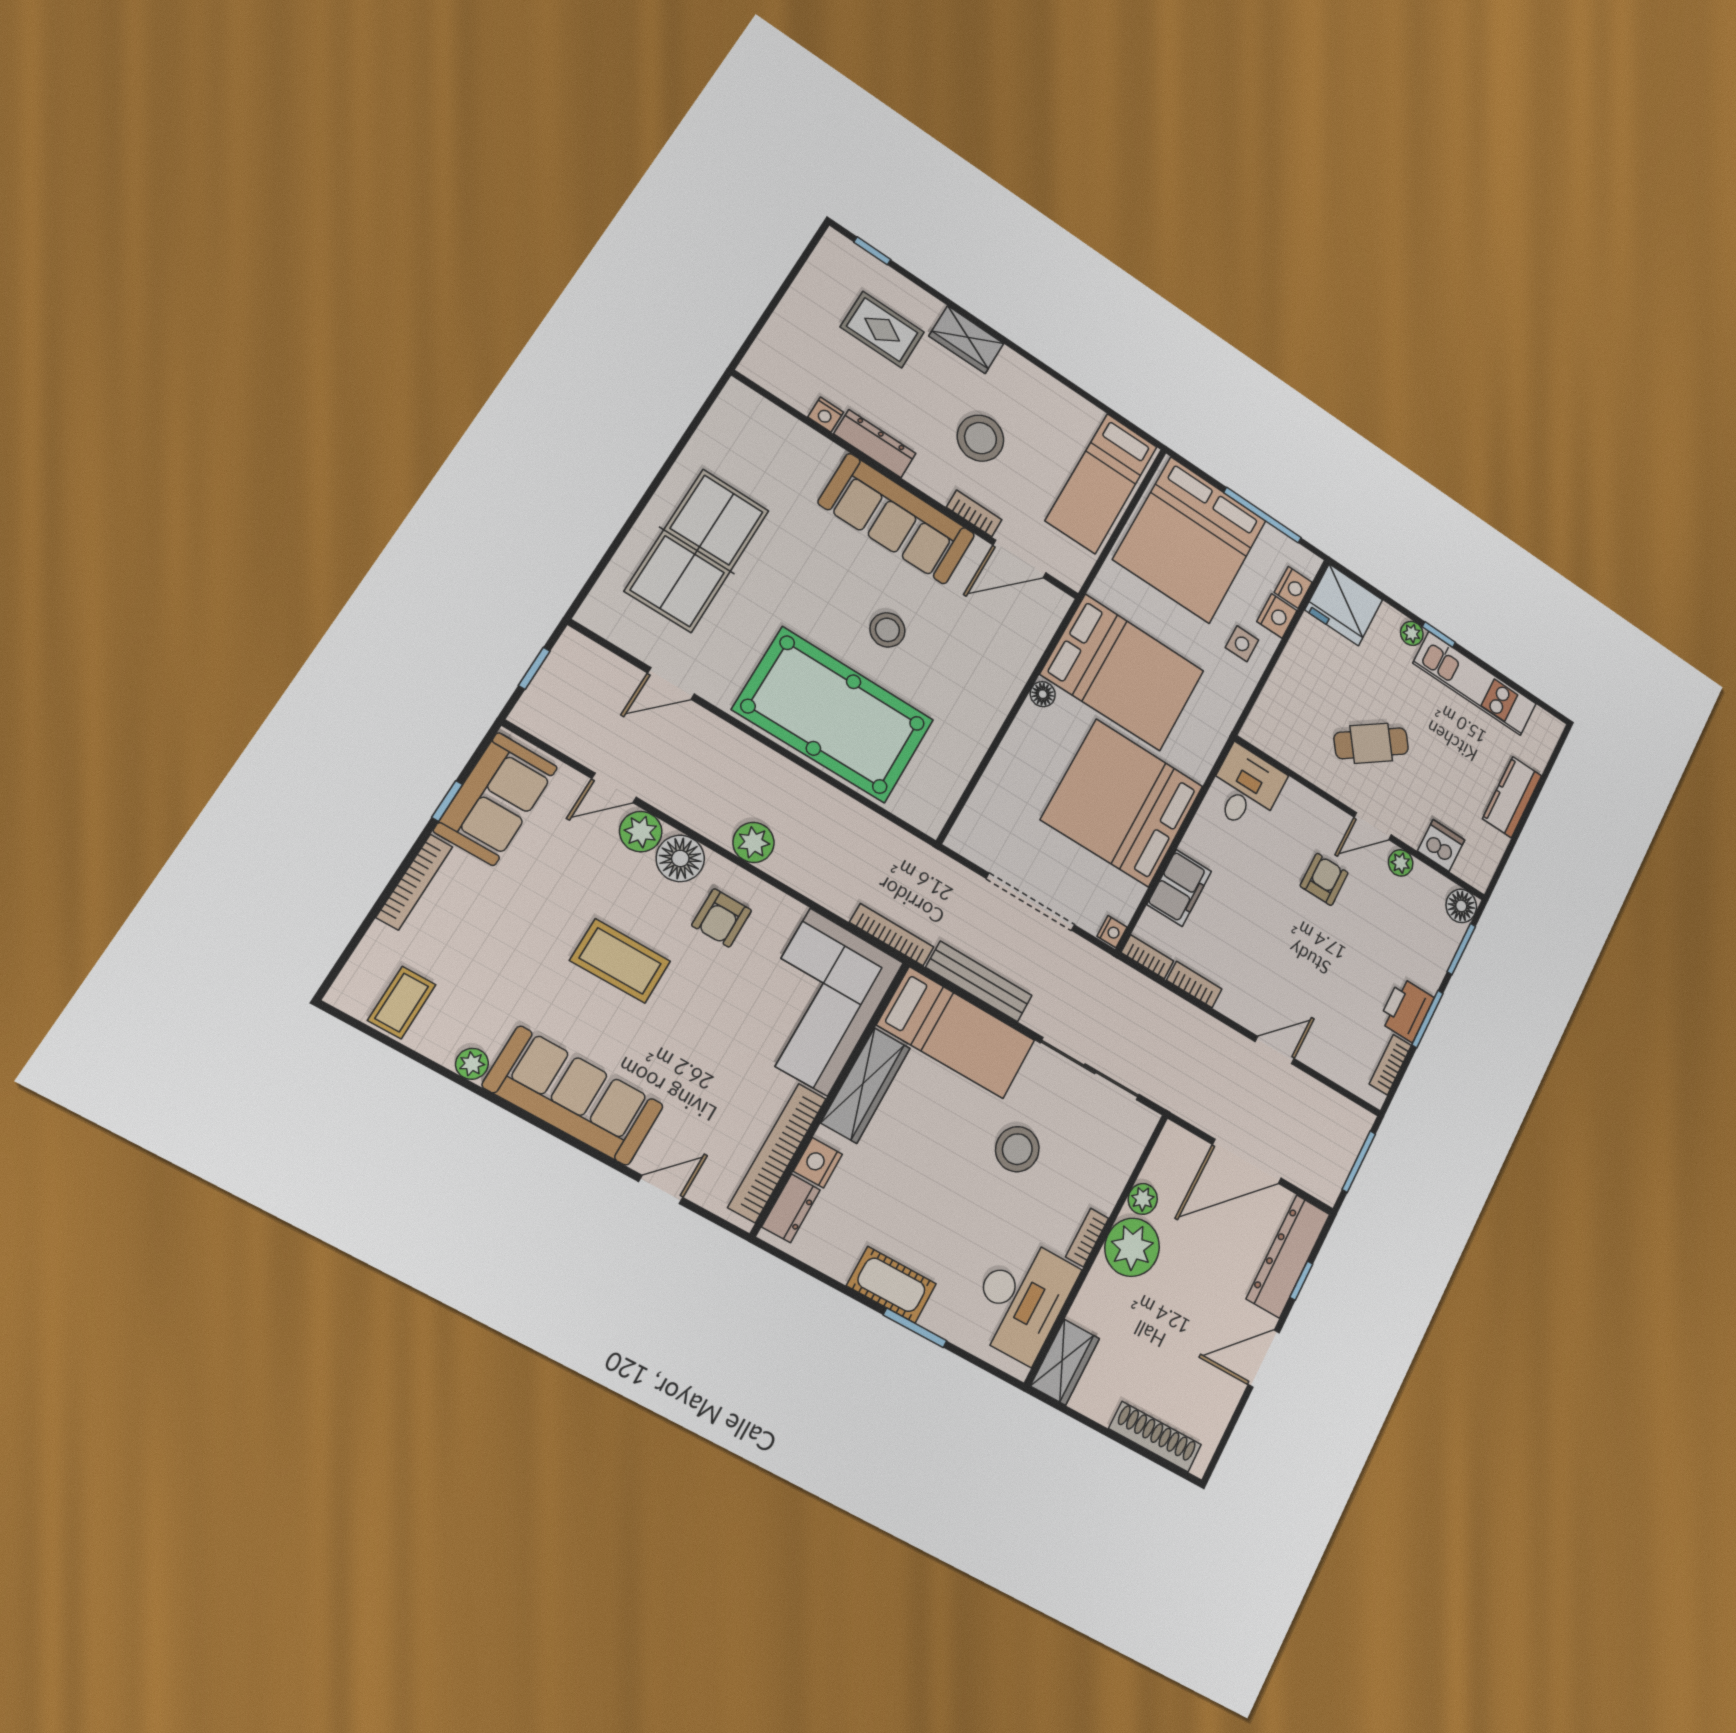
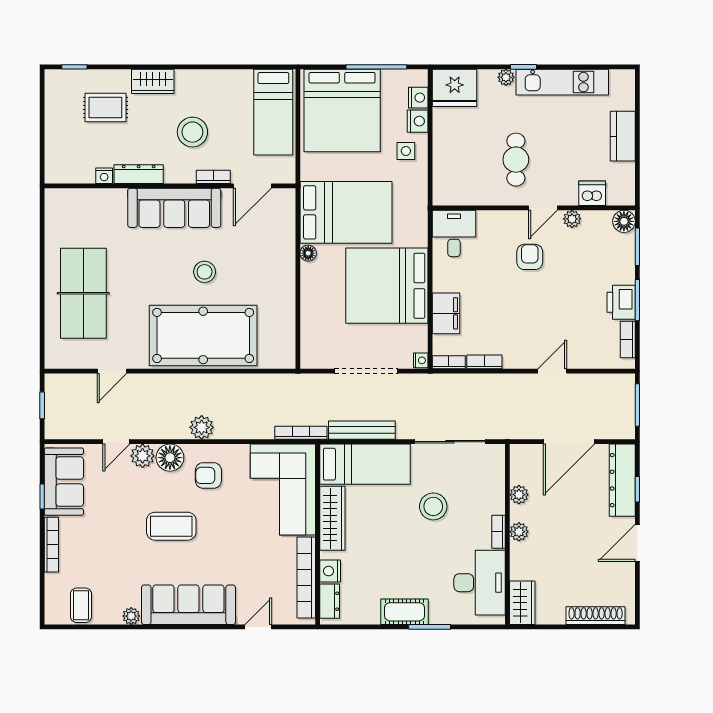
cafe table: (1371, 743) -> (516, 160), turned -54
armchair: (722, 918) -> (208, 475), turned 90
plant: (1132, 1247) -> (519, 532), width x0.53, depth x0.53

